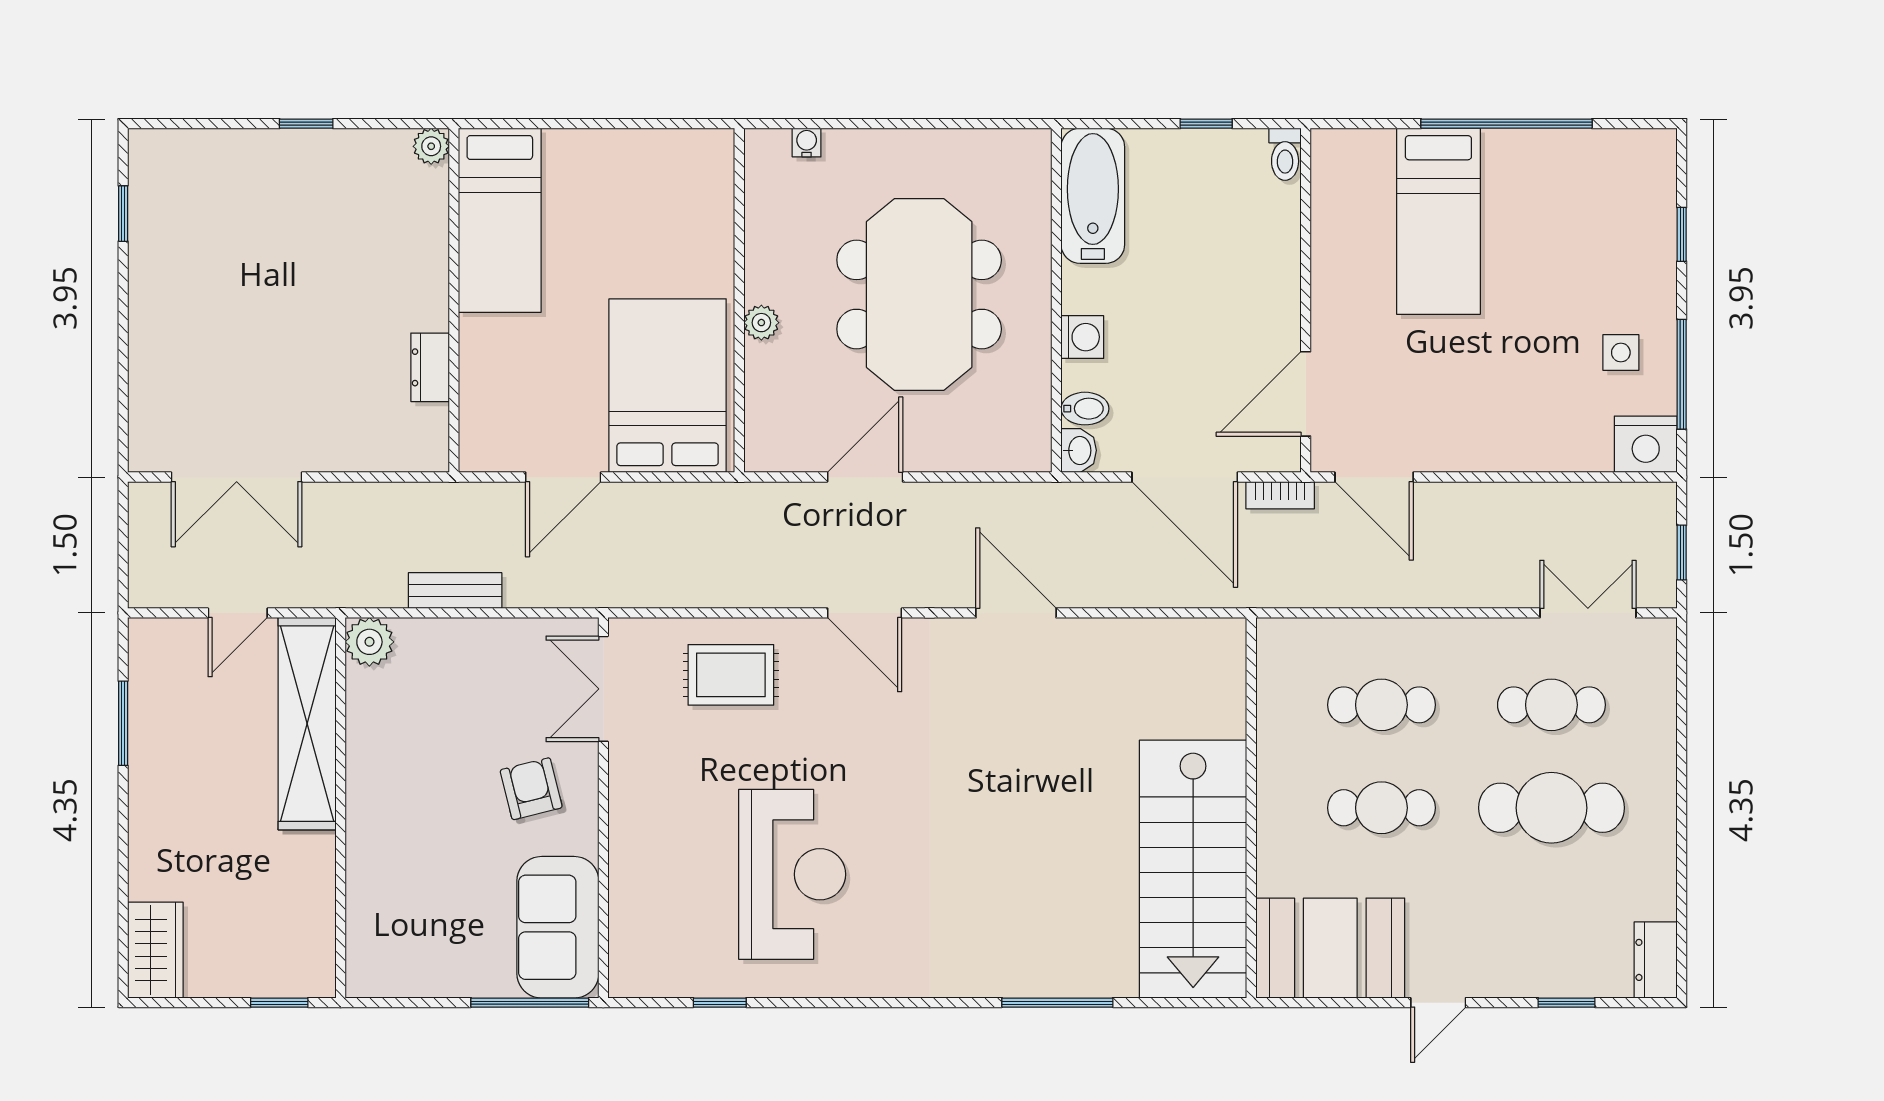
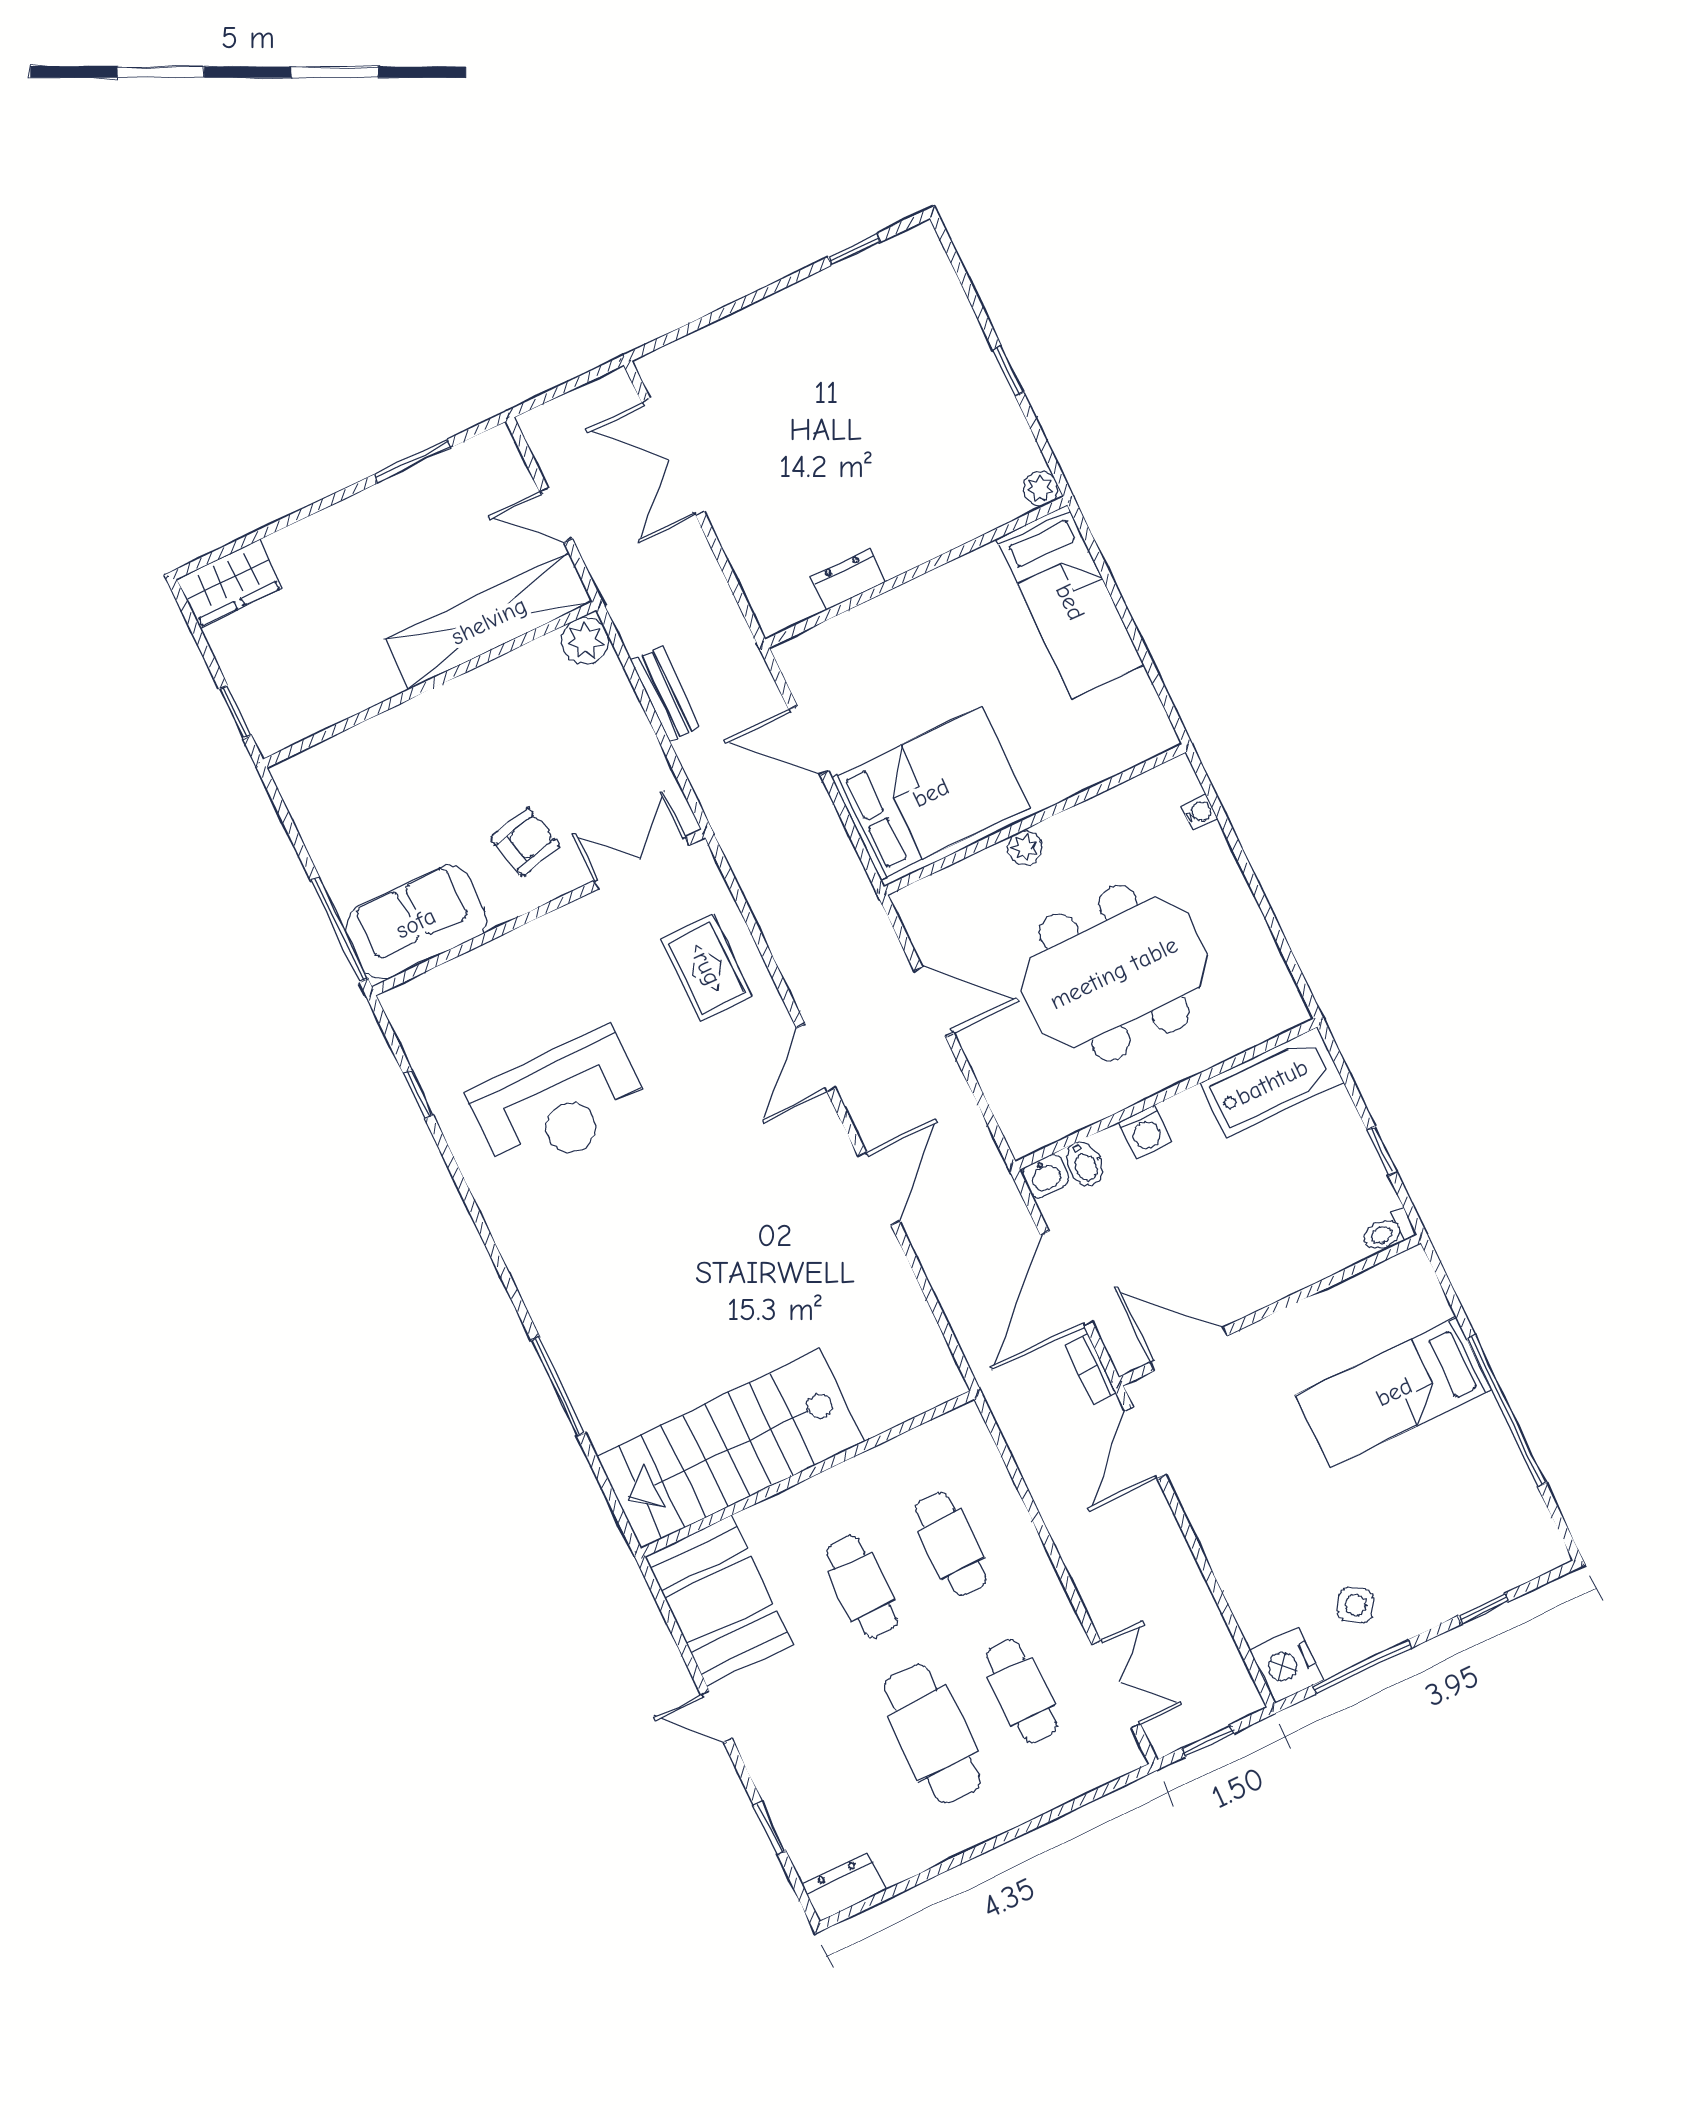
bed: (500, 220) -> (1070, 602), moved, turned -90
side table: (1621, 353) -> (1356, 1605), turned 32

